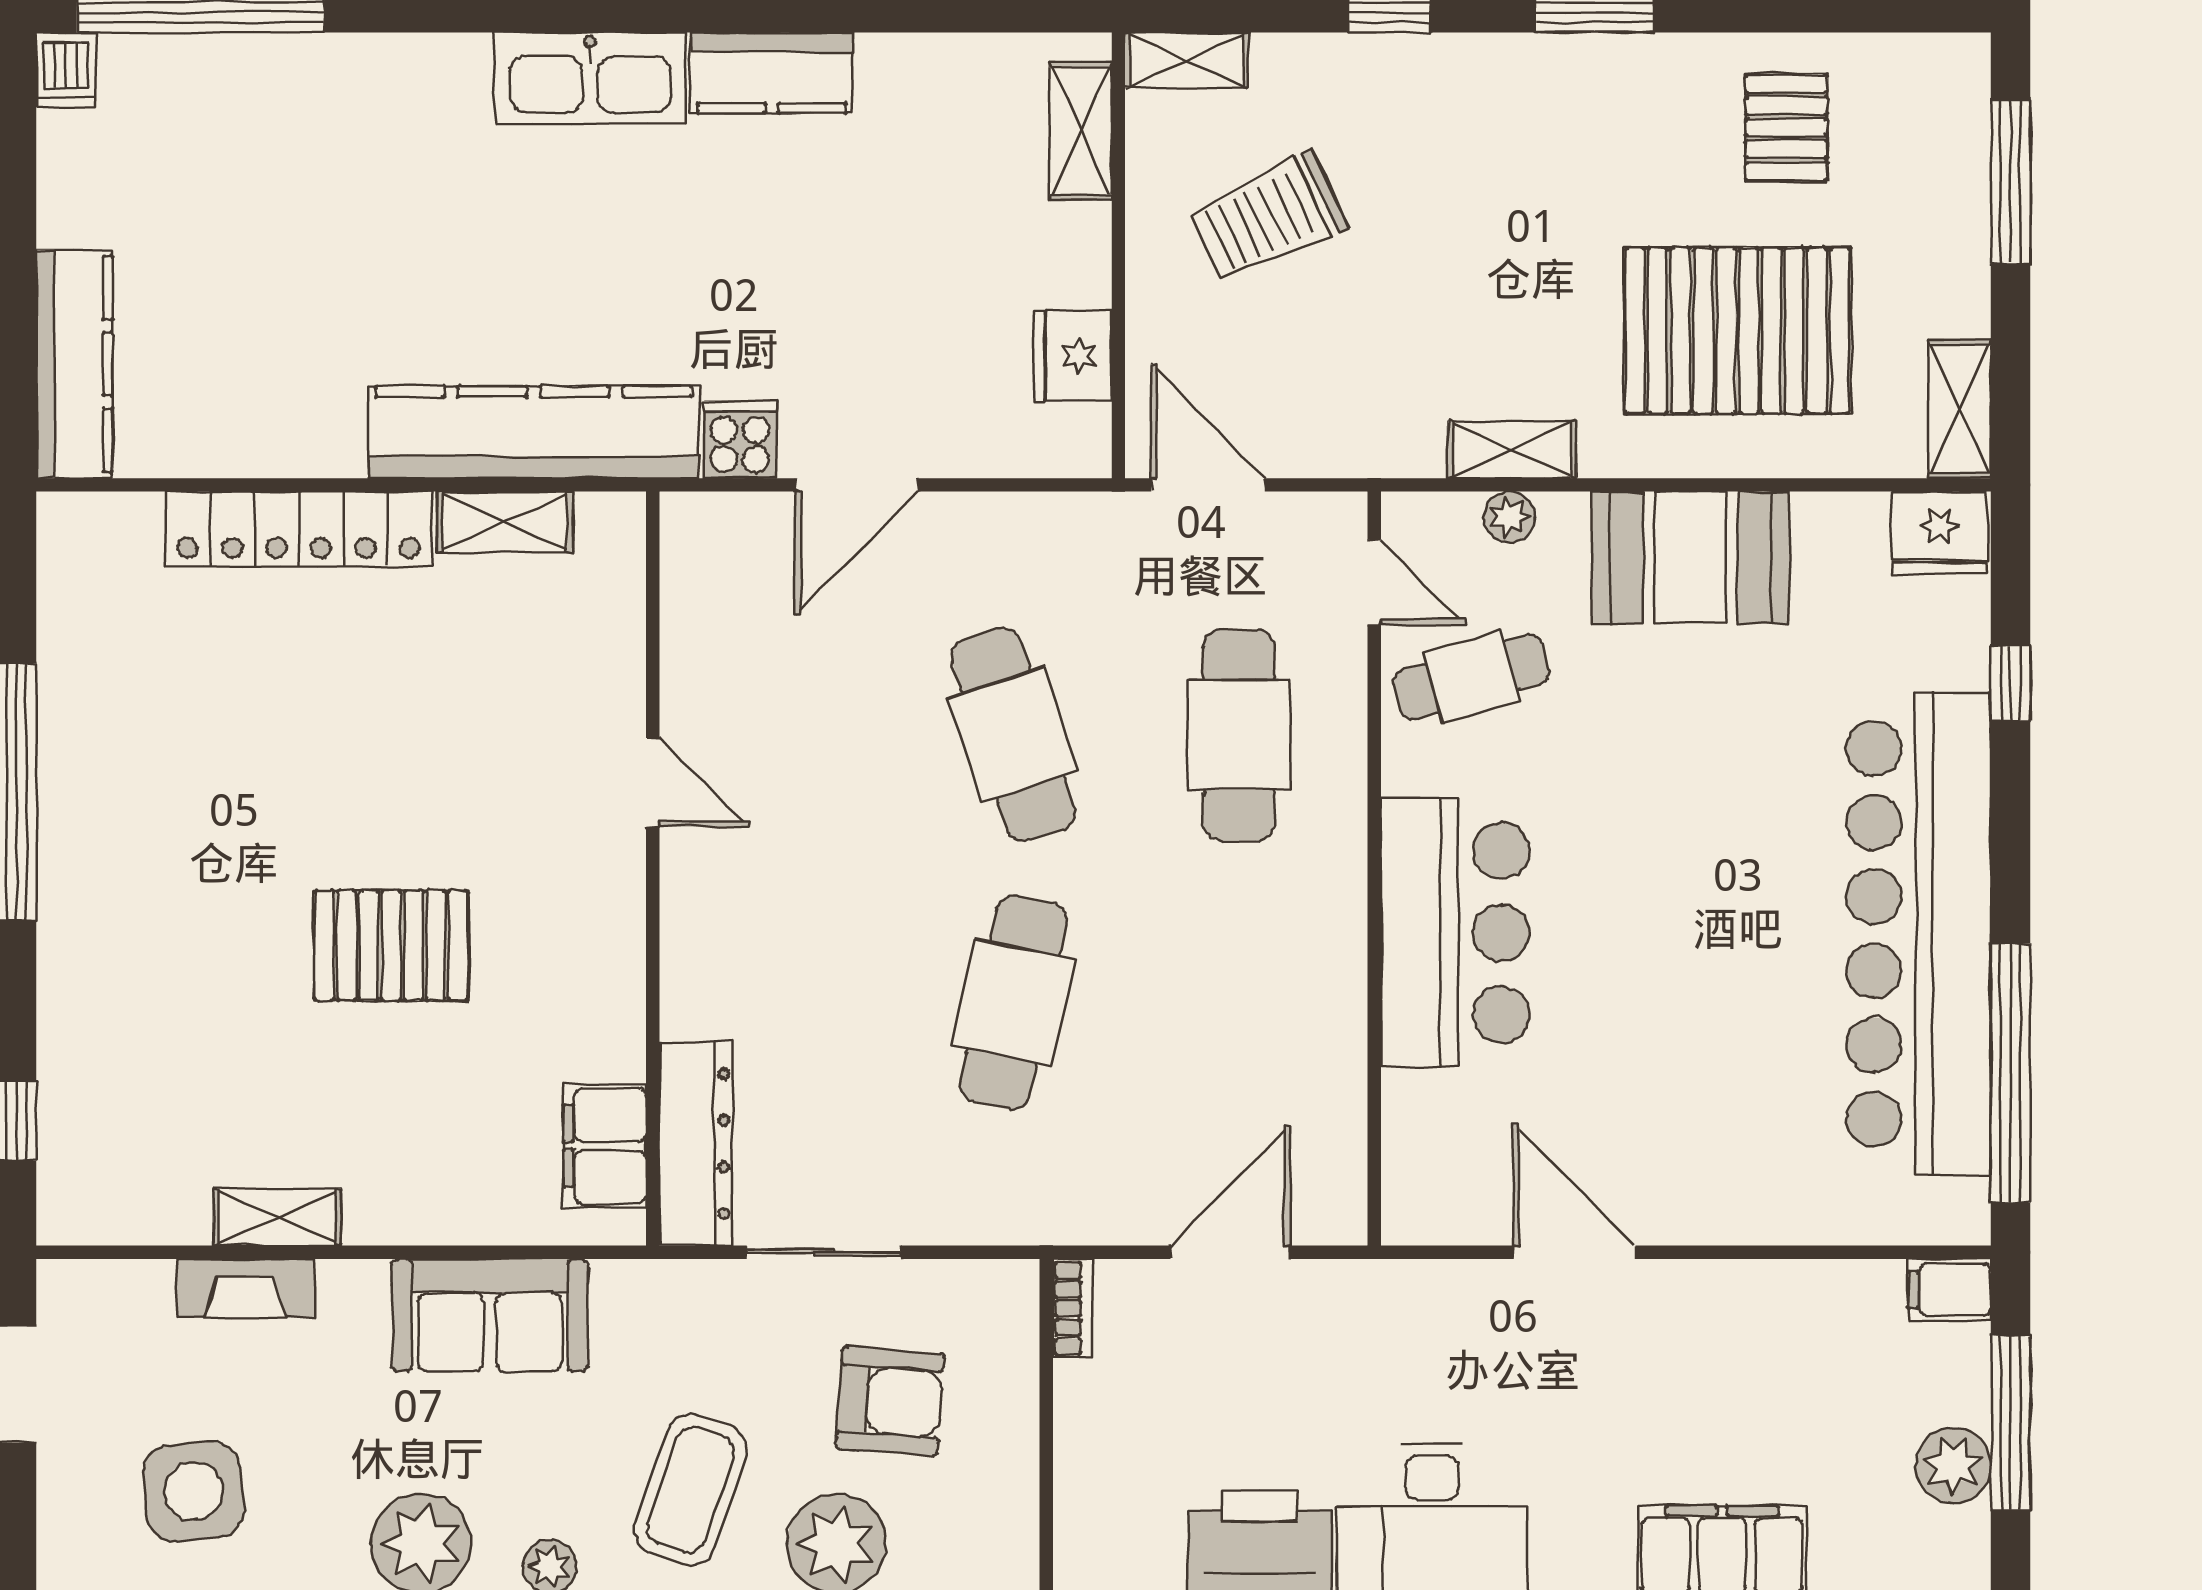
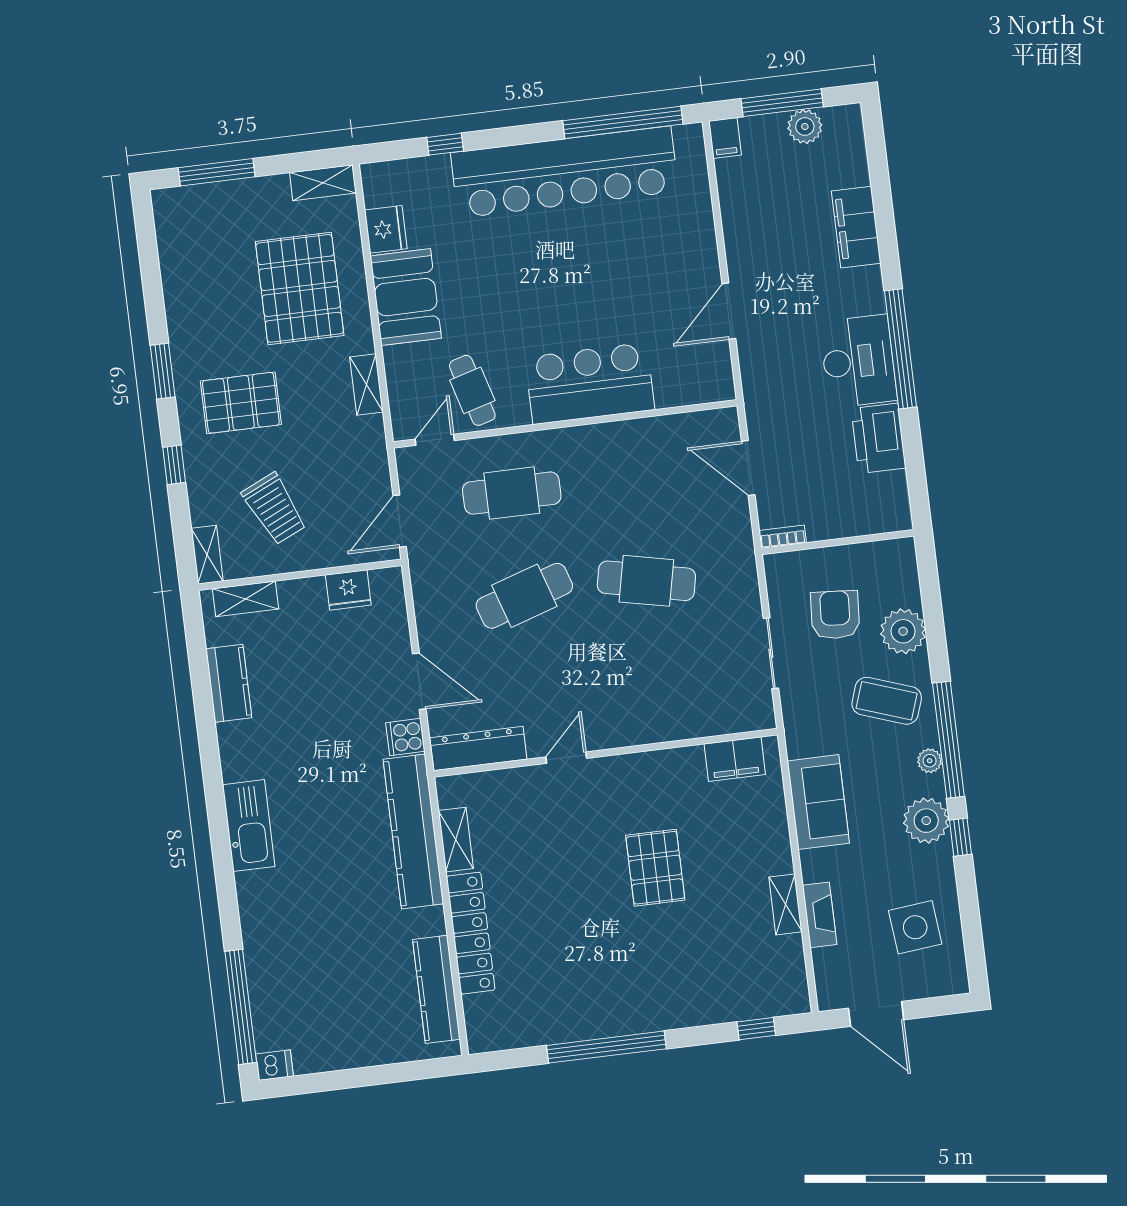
kitchen counter: (772, 73) -> (229, 683), moved
pallet: (1786, 127) -> (241, 403), moved, width x1.50, depth x1.42
kitchen counter: (74, 364) -> (436, 989), moved, turned -90
plant: (1509, 517) -> (397, 382), removed
fridge: (1940, 533) -> (386, 229), moved
dresser: (696, 1144) -> (478, 749), moved

